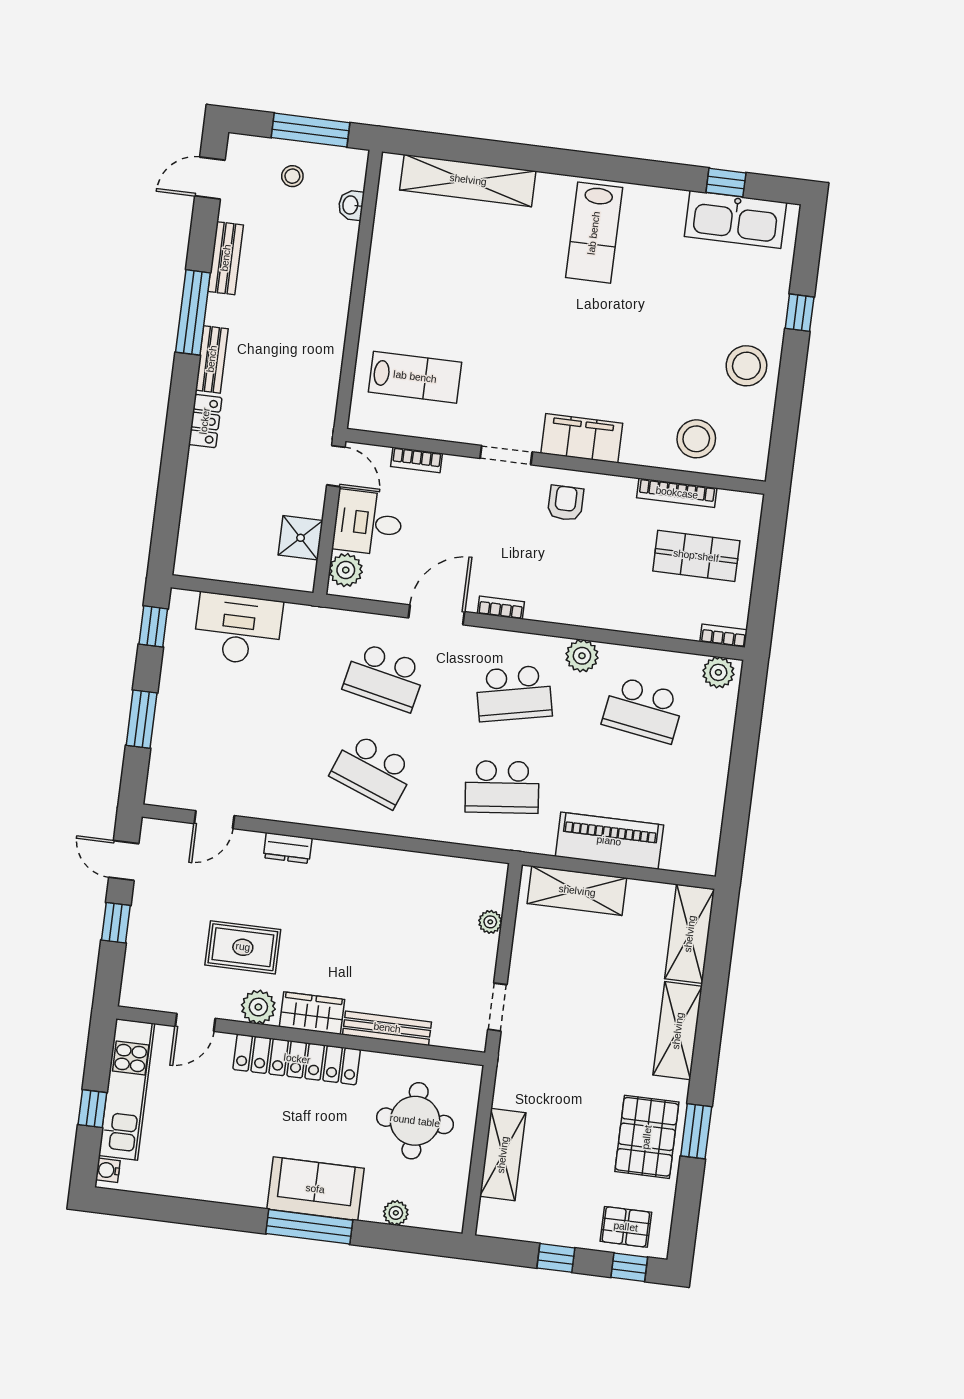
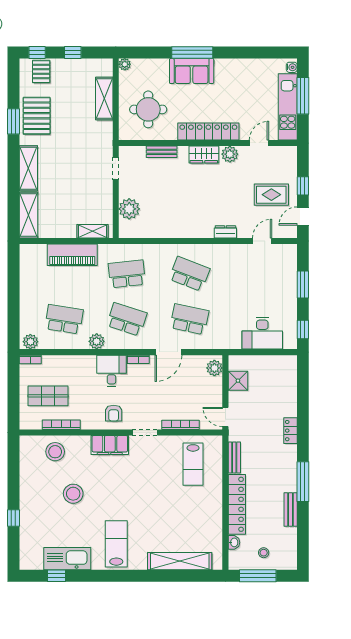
door: (210, 178) -> (303, 547), removed
kitchen sink: (735, 220) -> (67, 559), moved
locker: (335, 283) -> (237, 504), added
bench: (212, 359) -> (234, 457), moved
stool: (746, 366) -> (73, 494), moved
lab bench: (415, 377) -> (193, 464), turned -90
bookcase: (417, 460) -> (181, 425), width x1.56
desk: (368, 523) -> (111, 371), moved, turned -90
school desk: (514, 693) -> (127, 319), turned 30
door: (124, 861) -> (303, 216), swing flipped
shelving: (577, 891) -> (92, 231), width x0.67, depth x0.75
plant: (490, 922) -> (129, 209), width x1.88, depth x1.88
rug: (243, 947) -> (271, 195), moved
bench: (387, 1028) -> (162, 152), width x0.73
window: (92, 1109) -> (303, 96), width x2.17
plant: (396, 1213) -> (125, 64), moved
pallet: (626, 1227) -> (41, 72), turned 90

